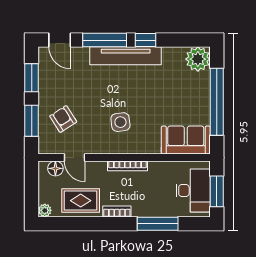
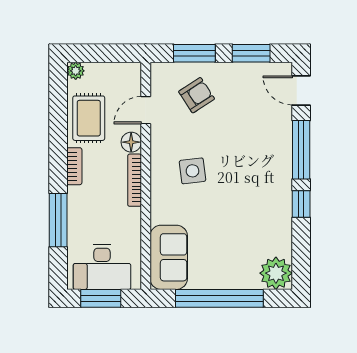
door: (60, 40) -> (301, 91), hinge flipped
tv unit: (126, 56) -> (280, 178), removed
floor lamp: (55, 168) -> (131, 142), moved

